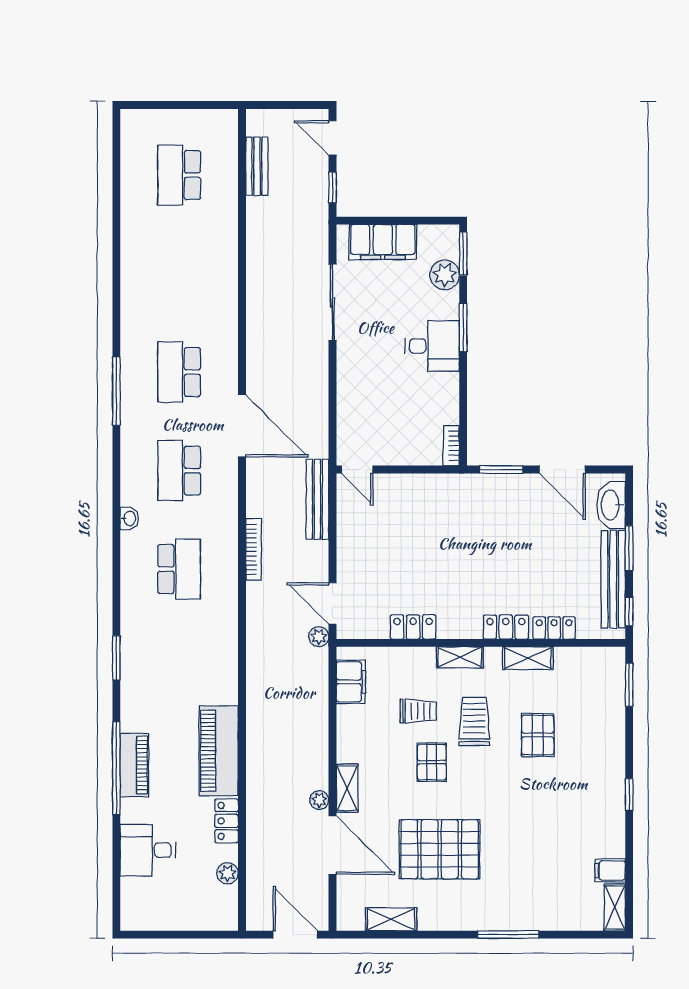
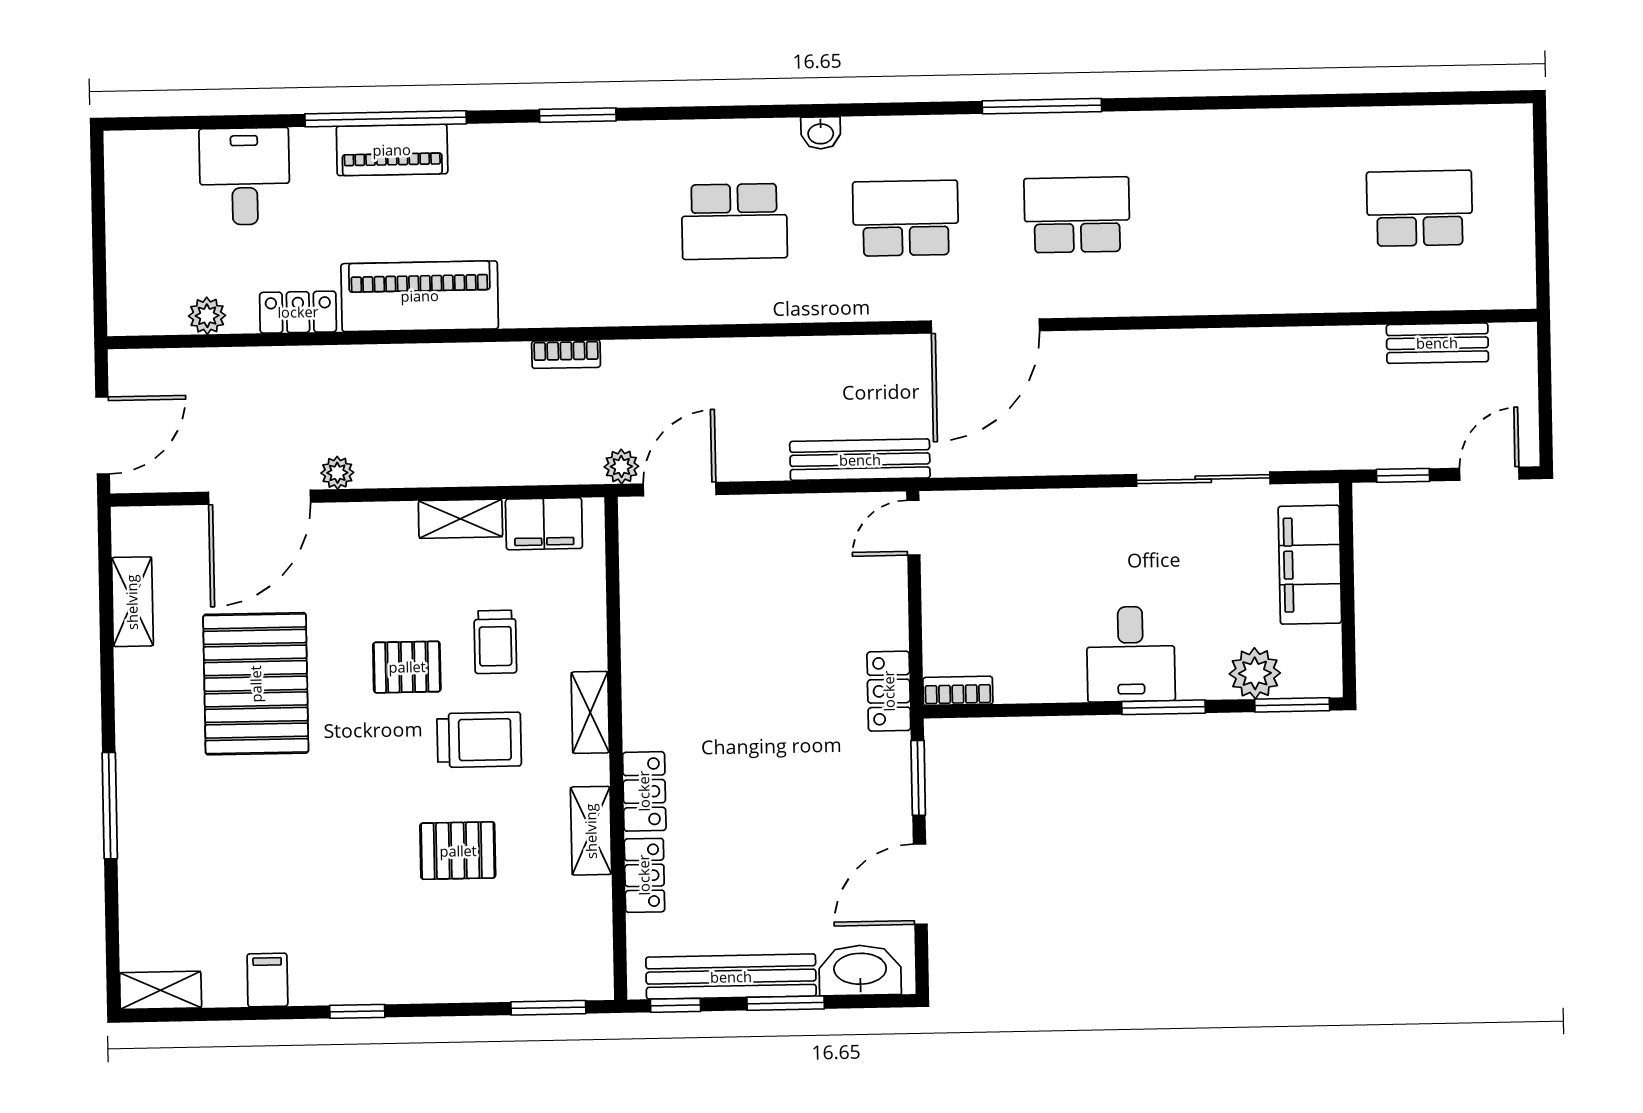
bookcase: (254, 549) -> (566, 354), moved, width x0.64
locker: (413, 627) -> (889, 691), moved, turned 180
shelving: (347, 788) -> (460, 519), moved
filing cabinet: (610, 871) -> (267, 980), moved

